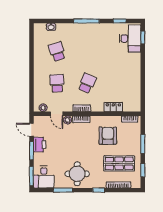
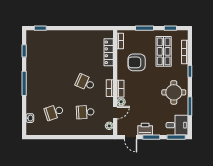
desk: (130, 38) -> (41, 41), removed
locker: (113, 107) -> (109, 52), width x1.53
door: (31, 130) -> (131, 137), hinge flipped

